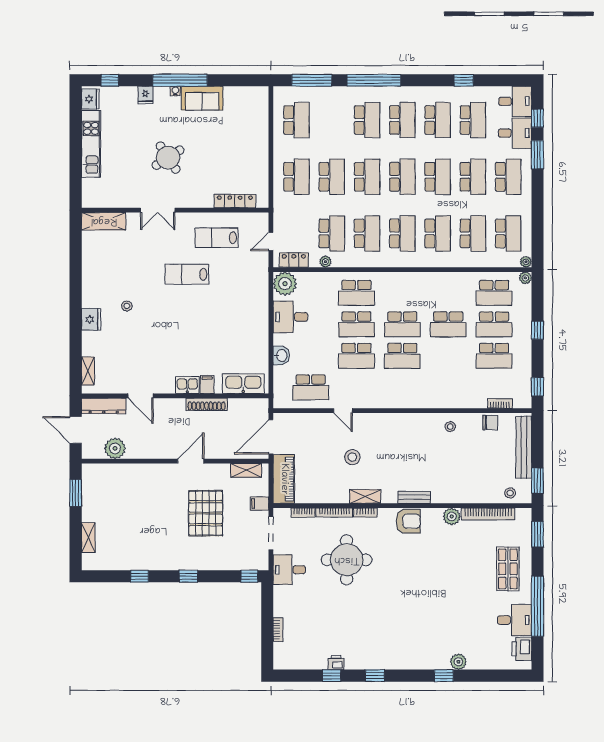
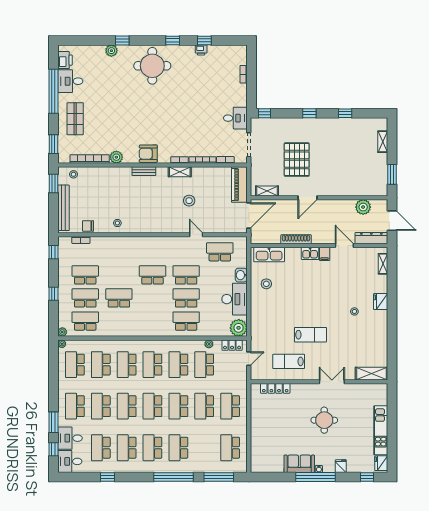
round table: (168, 158) -> (324, 420), turned 33
lab bench: (217, 238) -> (289, 361), turned 180
desk: (290, 317) -> (235, 299), width x1.37
school desk: (402, 324) -> (152, 298), removed
stool: (247, 344) -> (266, 284), added
filing cabinet: (207, 384) -> (325, 254), moved
filing cabinet: (260, 503) -> (257, 167), removed
round table: (347, 560) -> (152, 66), moved

